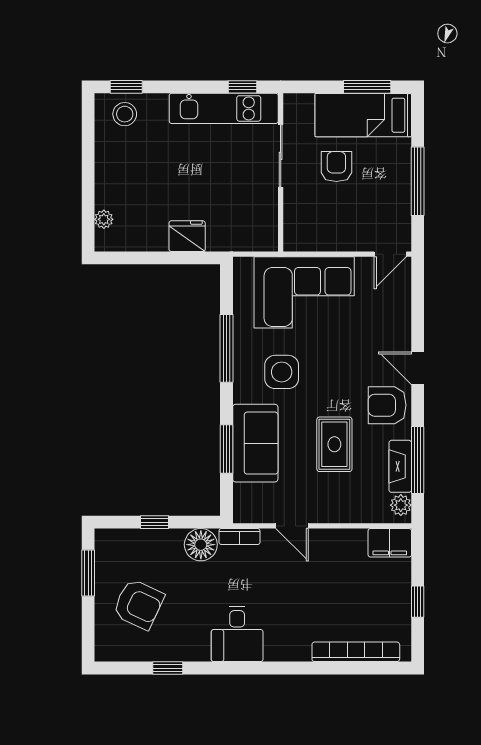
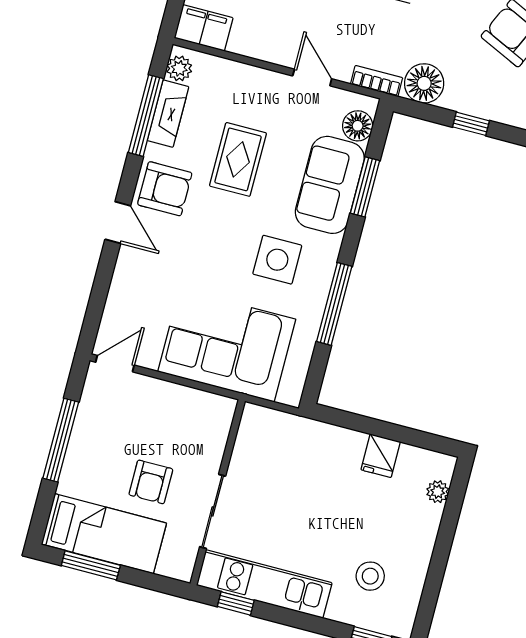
stool: (125, 114) -> (370, 576), moved
fridge: (187, 236) -> (381, 456), moved, width x0.72
floor lamp: (245, 497) -> (358, 126), added

